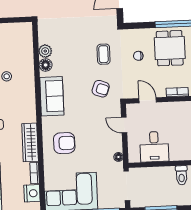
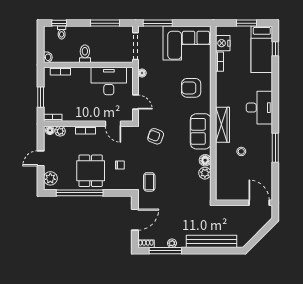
coffee table: (104, 54) -> (149, 182), moved
wardrobe: (30, 142) -> (222, 125), moved
desk: (154, 147) -> (109, 81), width x1.37

